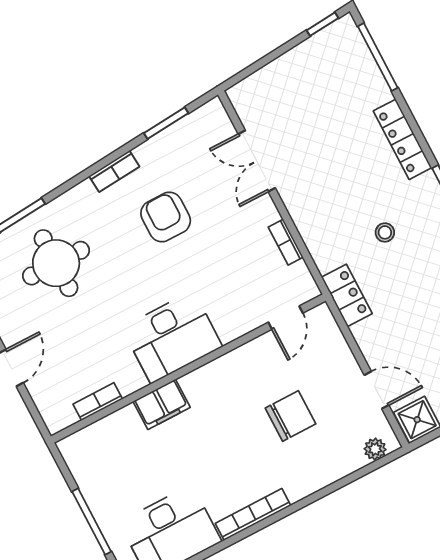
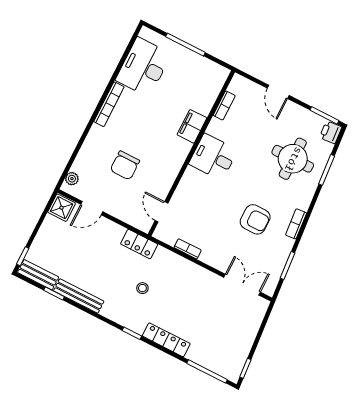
double door: (257, 161) -> (242, 285), moved
desk: (172, 337) -> (213, 157), width x0.73

